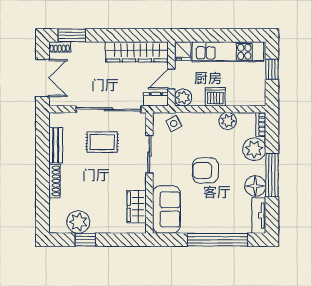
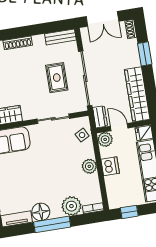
window: (72, 35) -> (145, 54), moved
window: (272, 69) -> (129, 212), moved
plant: (228, 121) -> (89, 166), moved
bench: (56, 145) -> (60, 37), moved
armchair: (205, 170) -> (47, 168), removed

